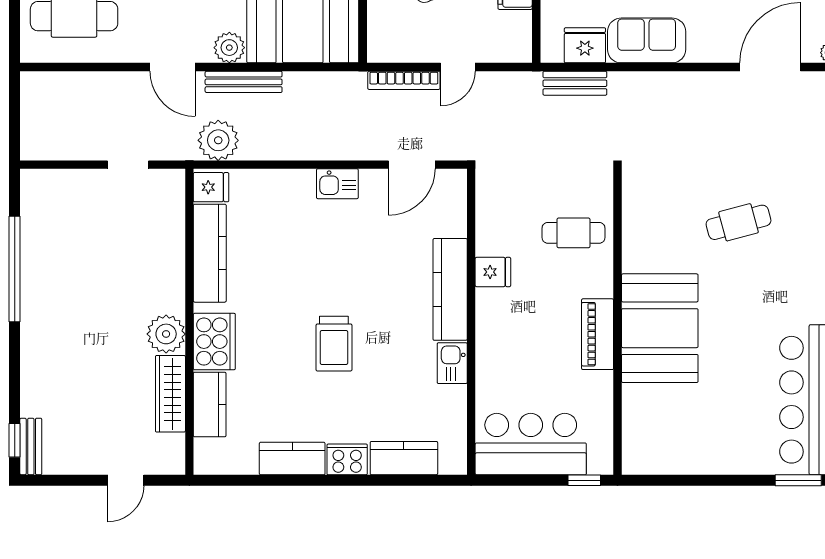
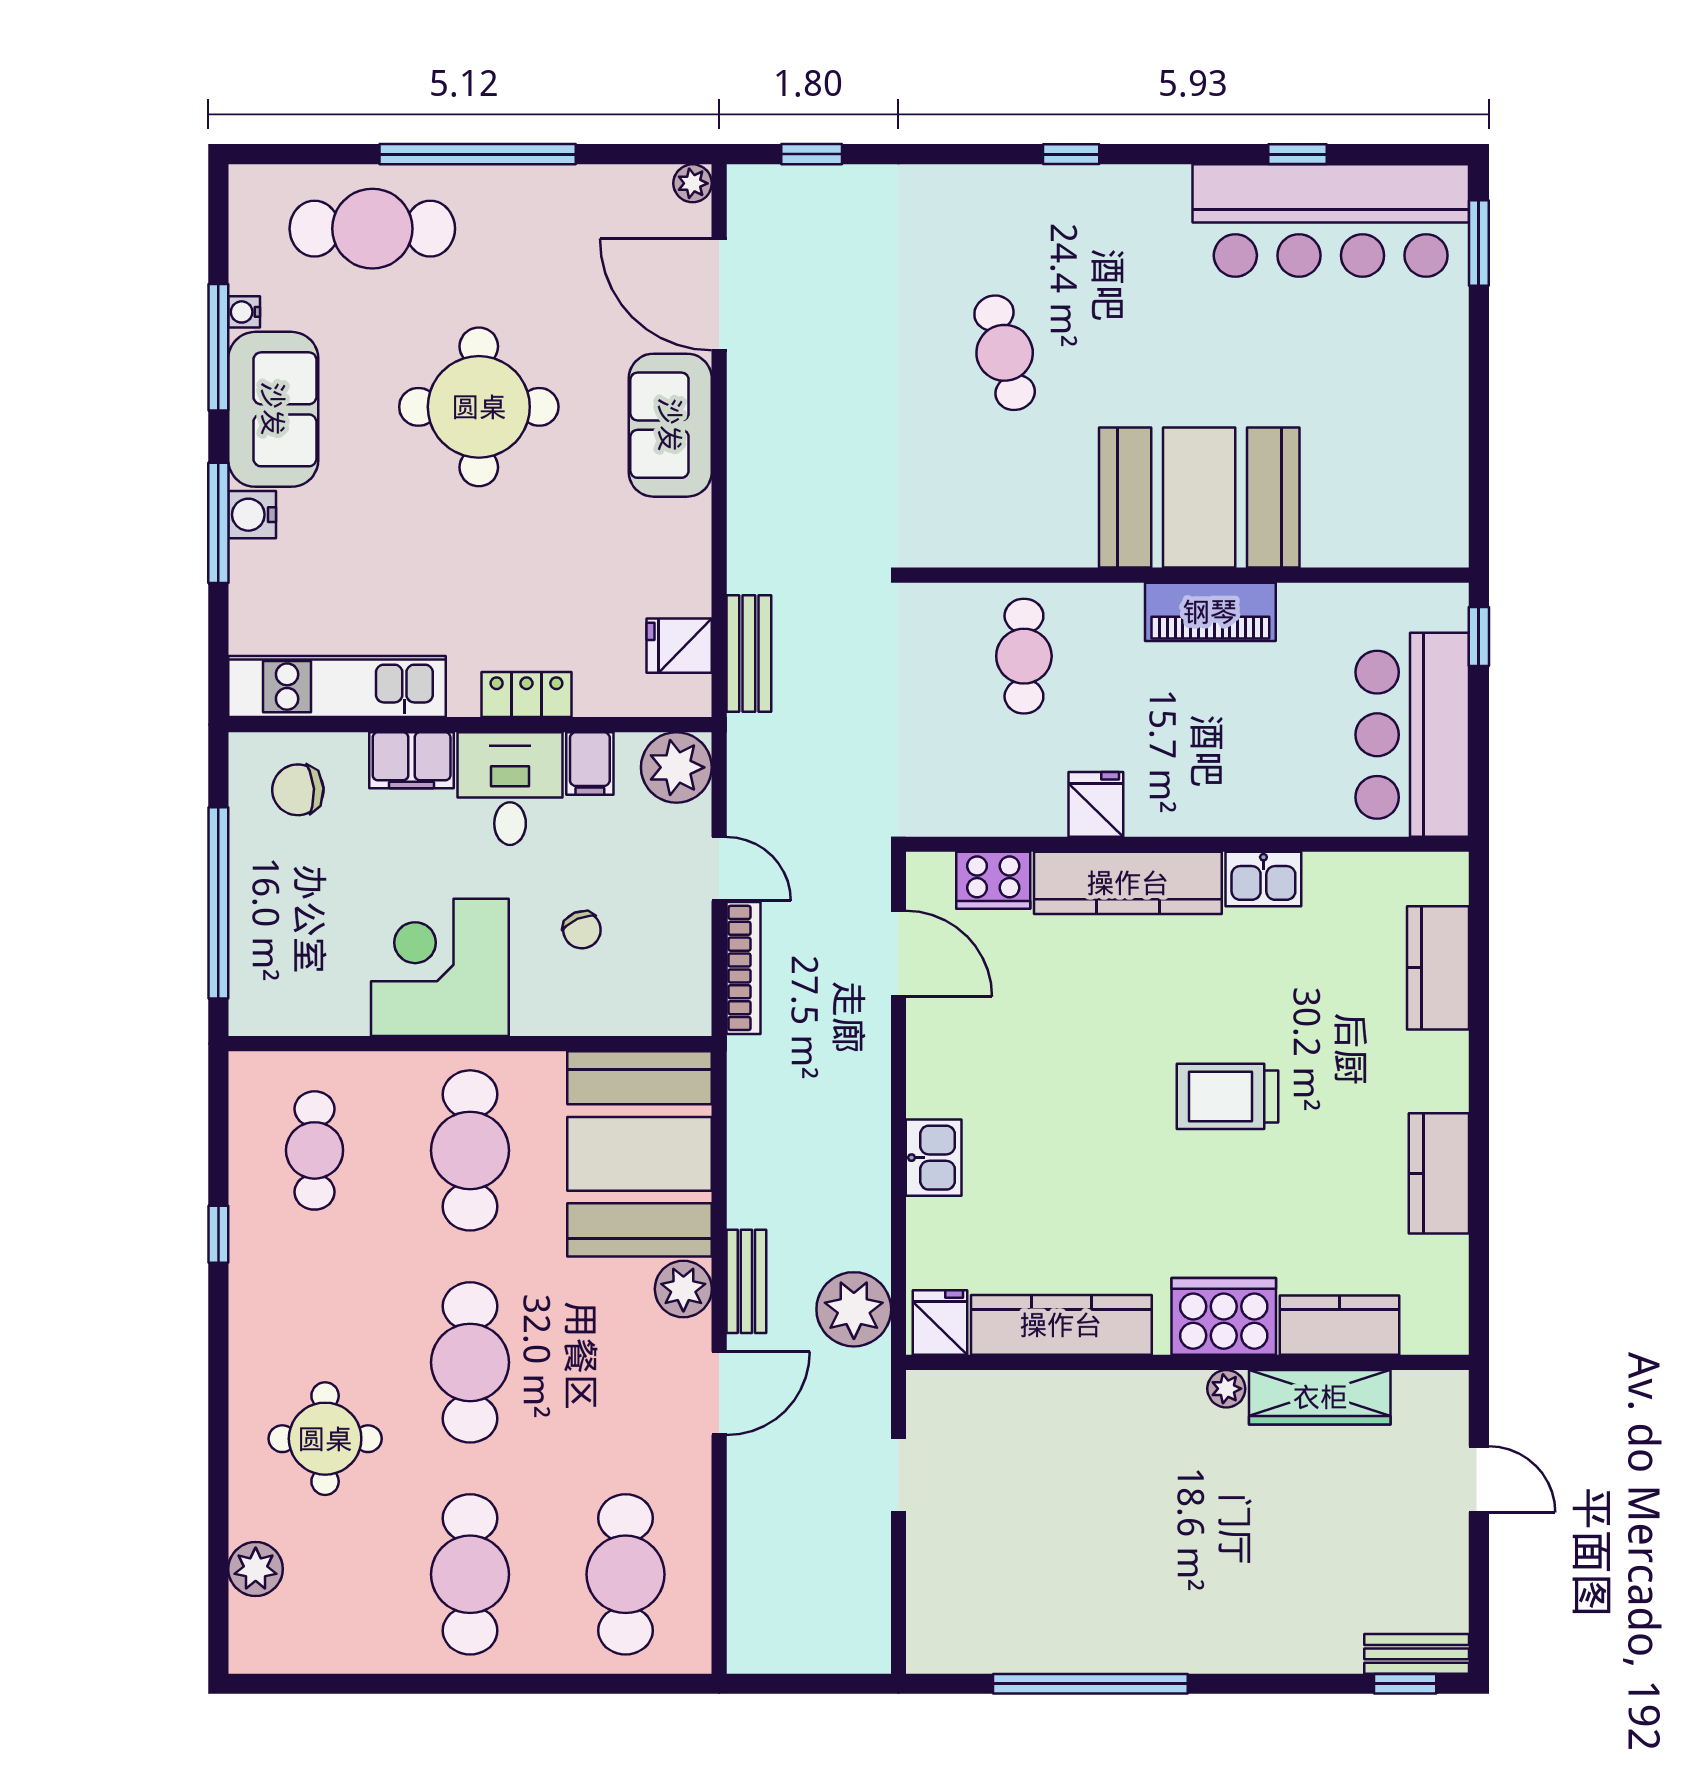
sofa: (647, 40) -> (670, 425), moved
plant: (513, 44) -> (676, 767), added
fridge: (585, 45) -> (679, 646), width x0.72
bench: (244, 82) -> (746, 1281), width x0.73
kitchen sink: (337, 184) -> (934, 1158), moved
plant: (166, 334) -> (1226, 1389), width x0.53, depth x0.53
trolley: (334, 344) -> (1228, 1096), turned 180
cooker: (347, 459) -> (993, 880), moved, turned -90

